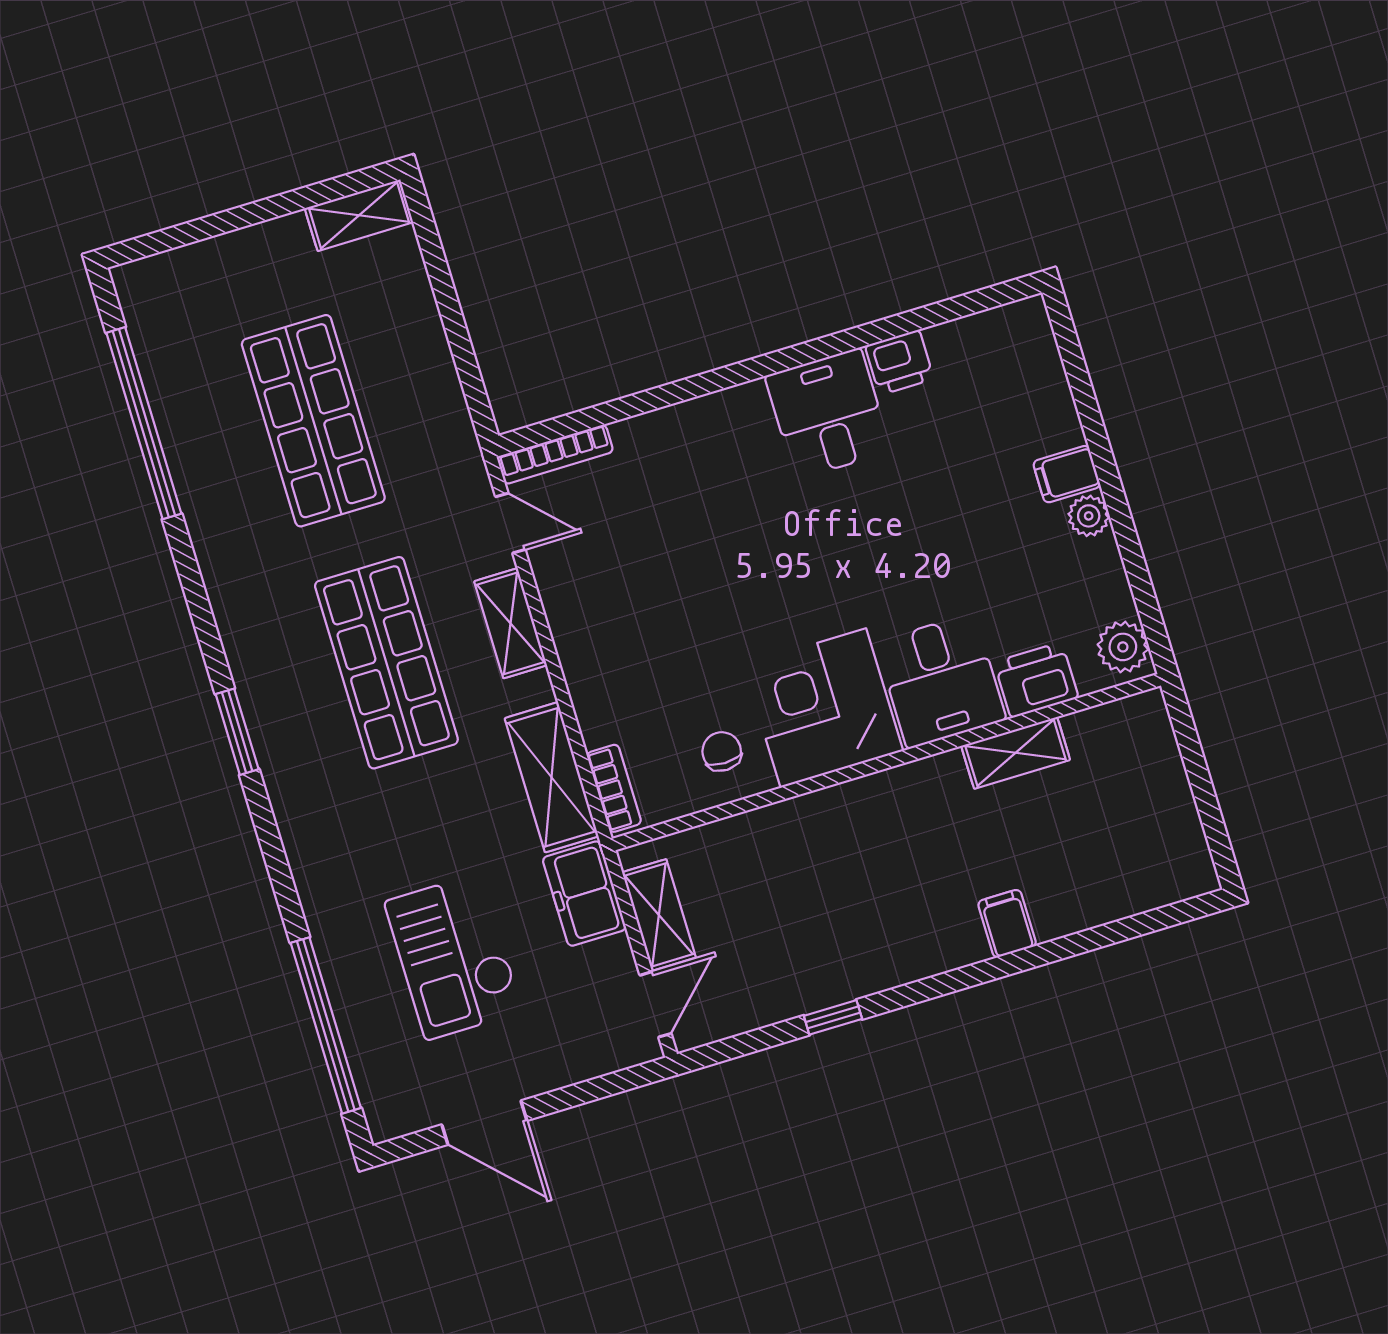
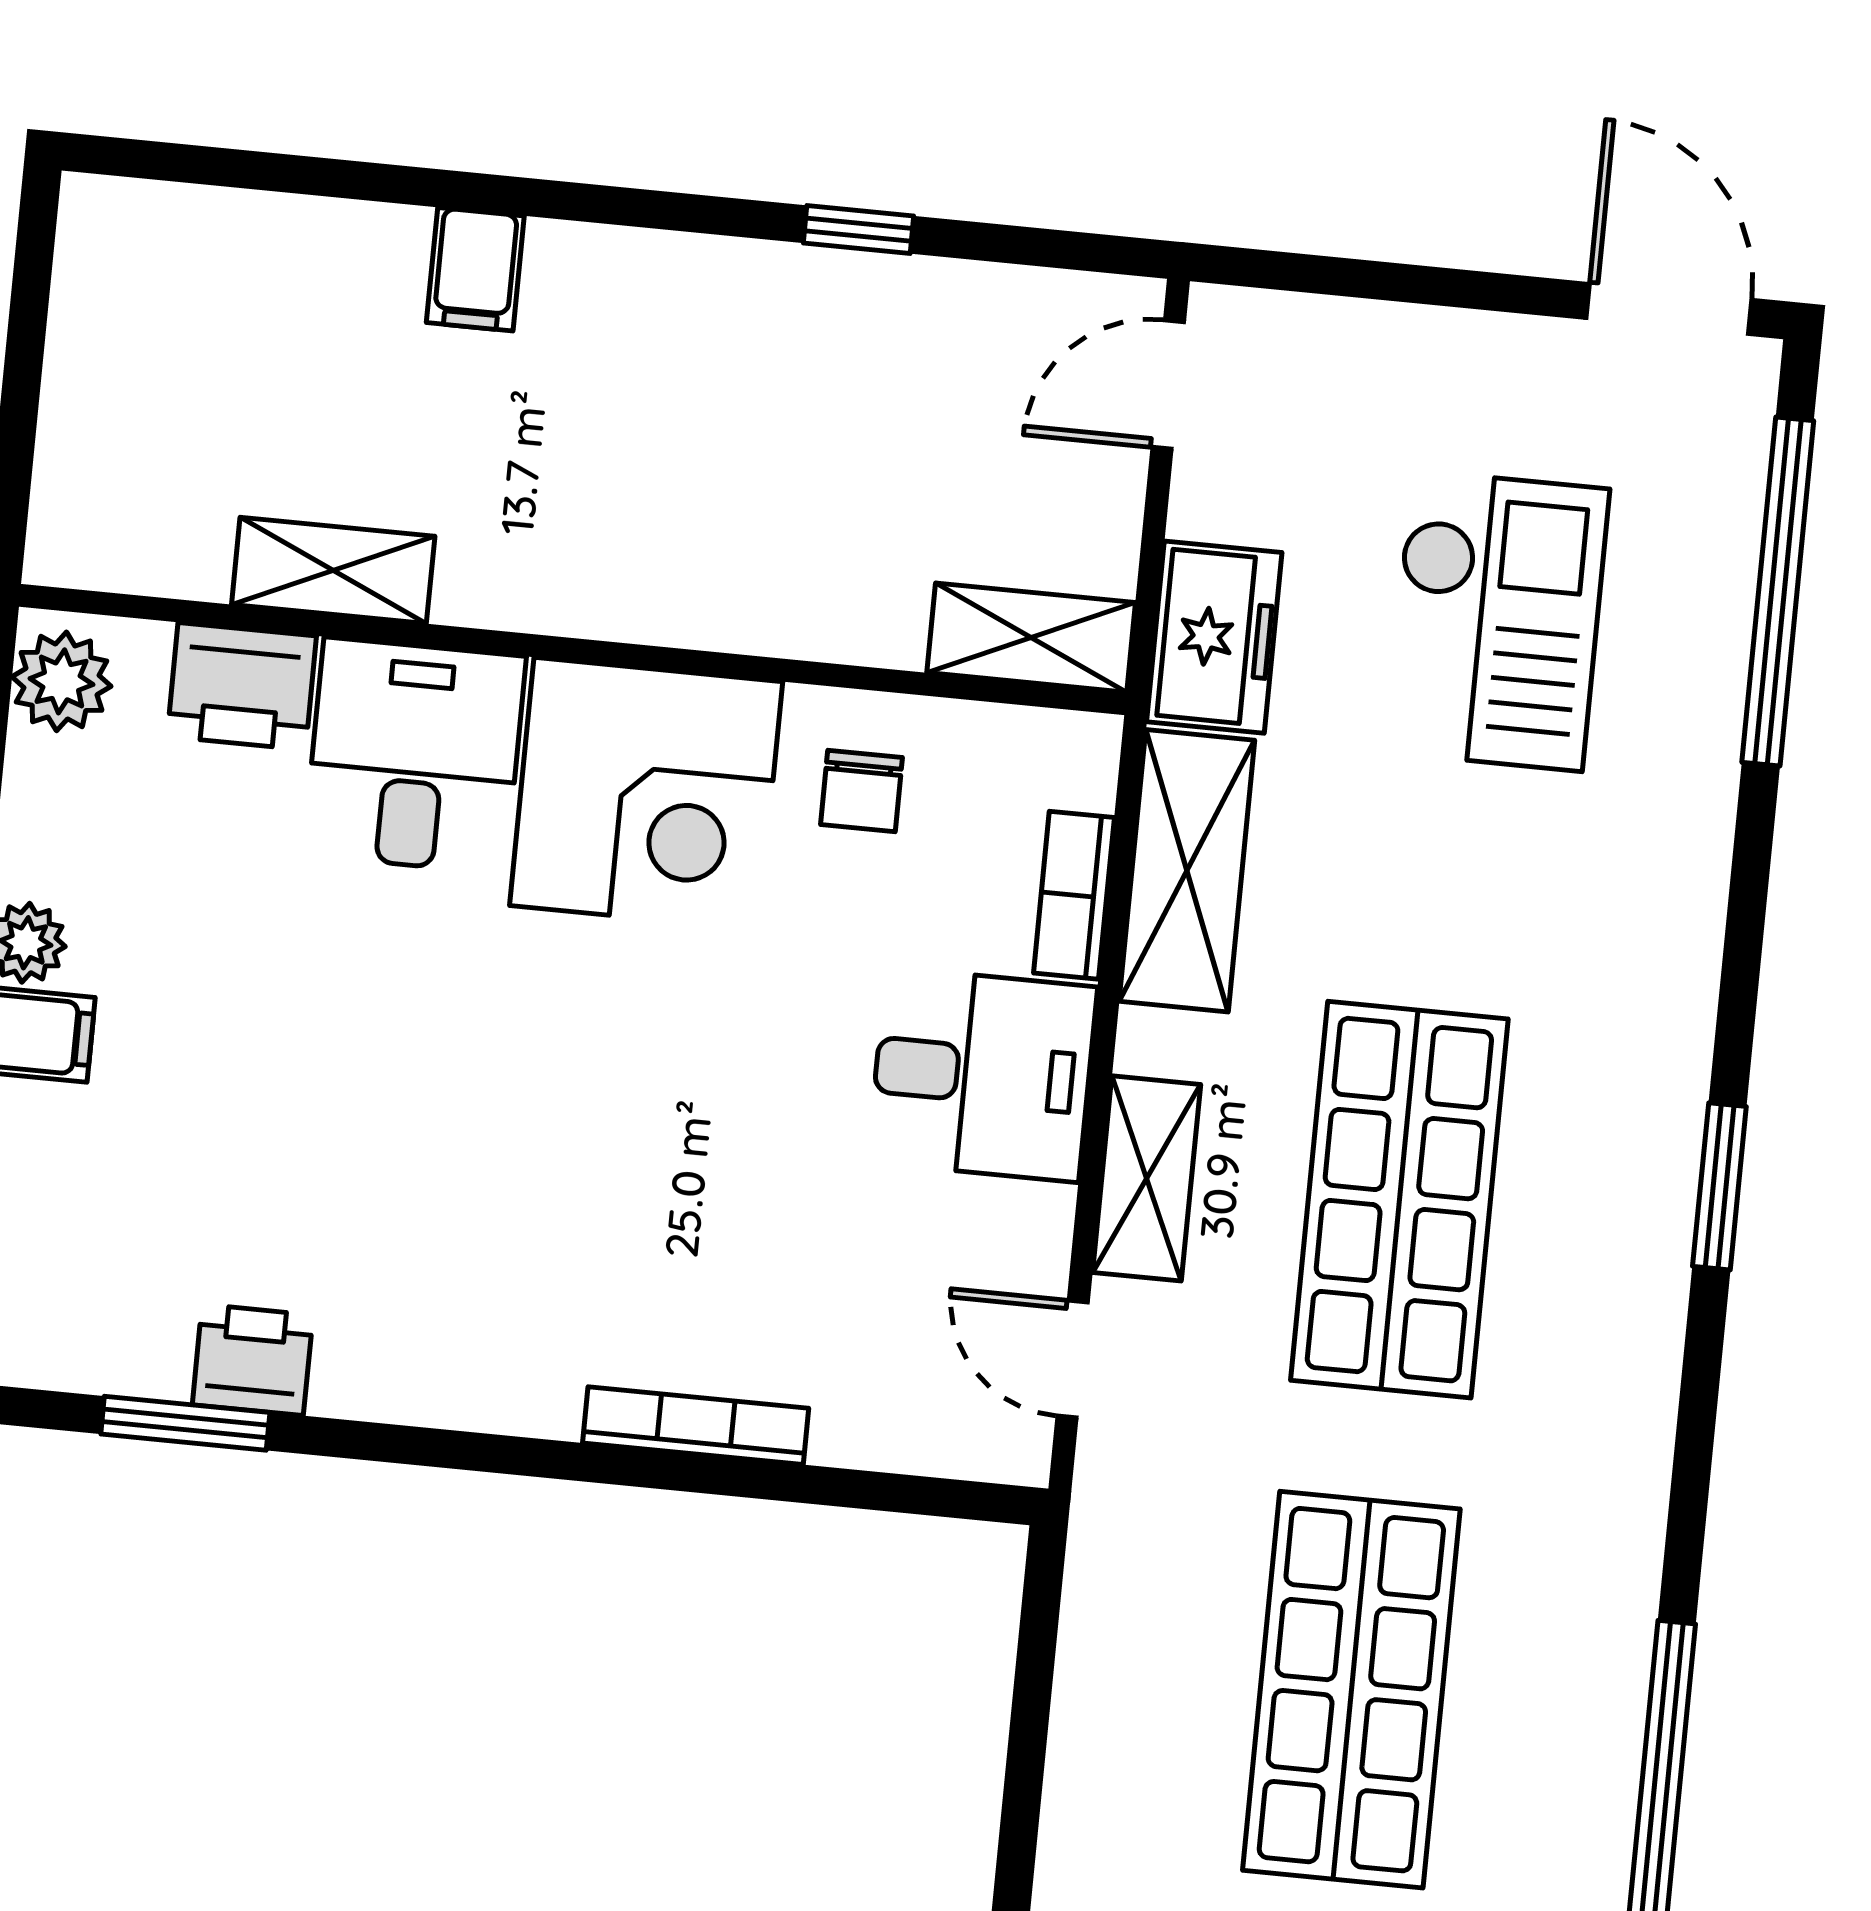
window: (919, 319) -> (185, 1423), added
desk: (828, 414) -> (982, 1075), moved, turned -90
bookcase: (555, 454) -> (696, 1426), moved
bookcase: (614, 788) -> (1074, 895), moved
shelving: (659, 915) -> (1031, 638), moved, turned 90
door: (484, 1123) -> (1669, 309), moved

